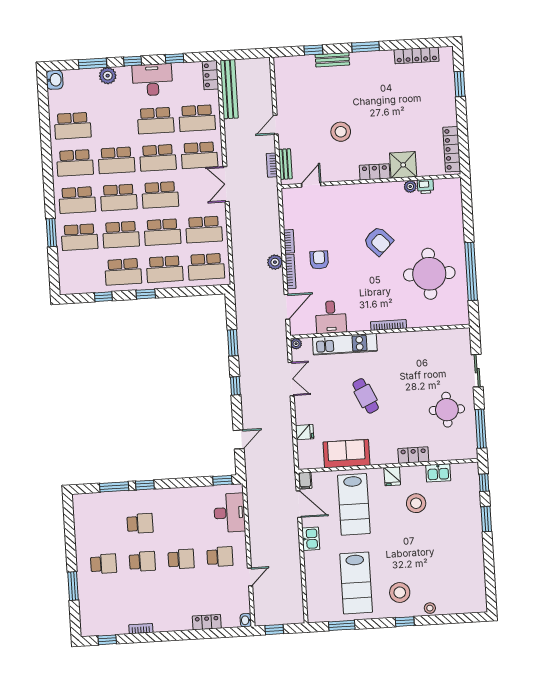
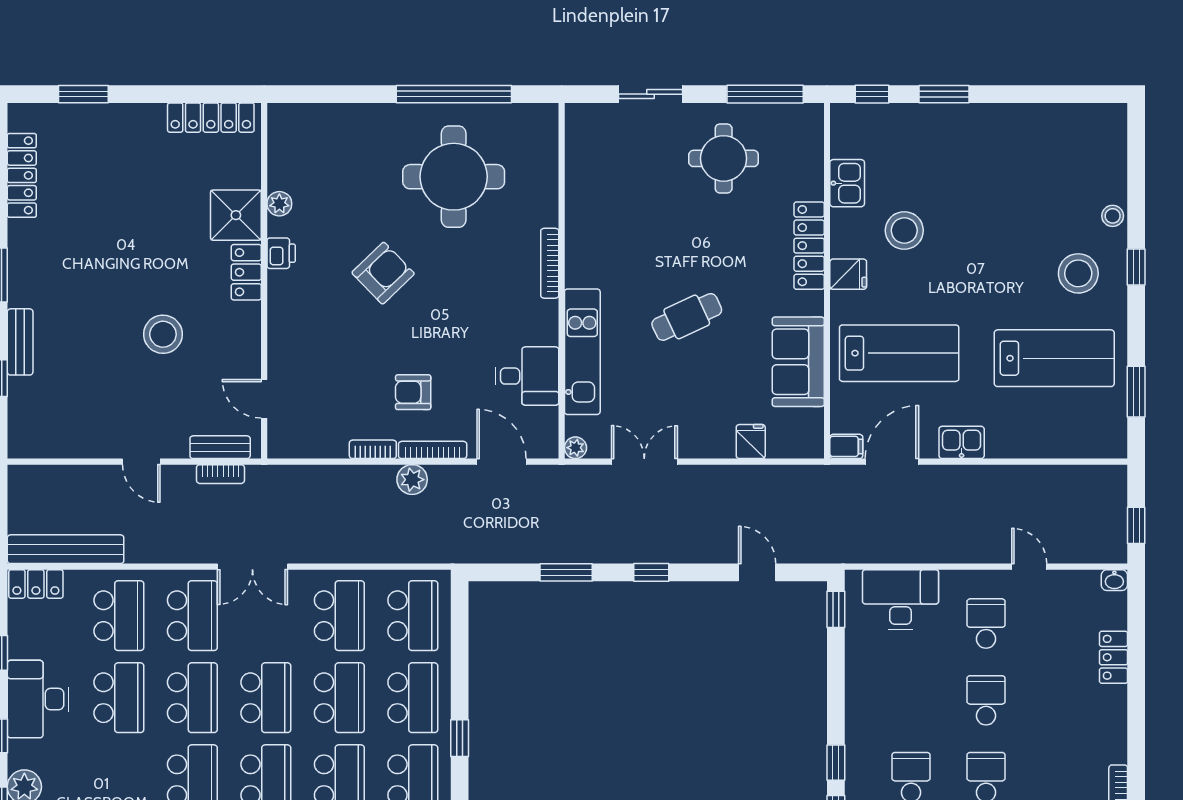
printer: (425, 186) -> (281, 253), moved
locker: (413, 455) -> (809, 246), width x1.53

